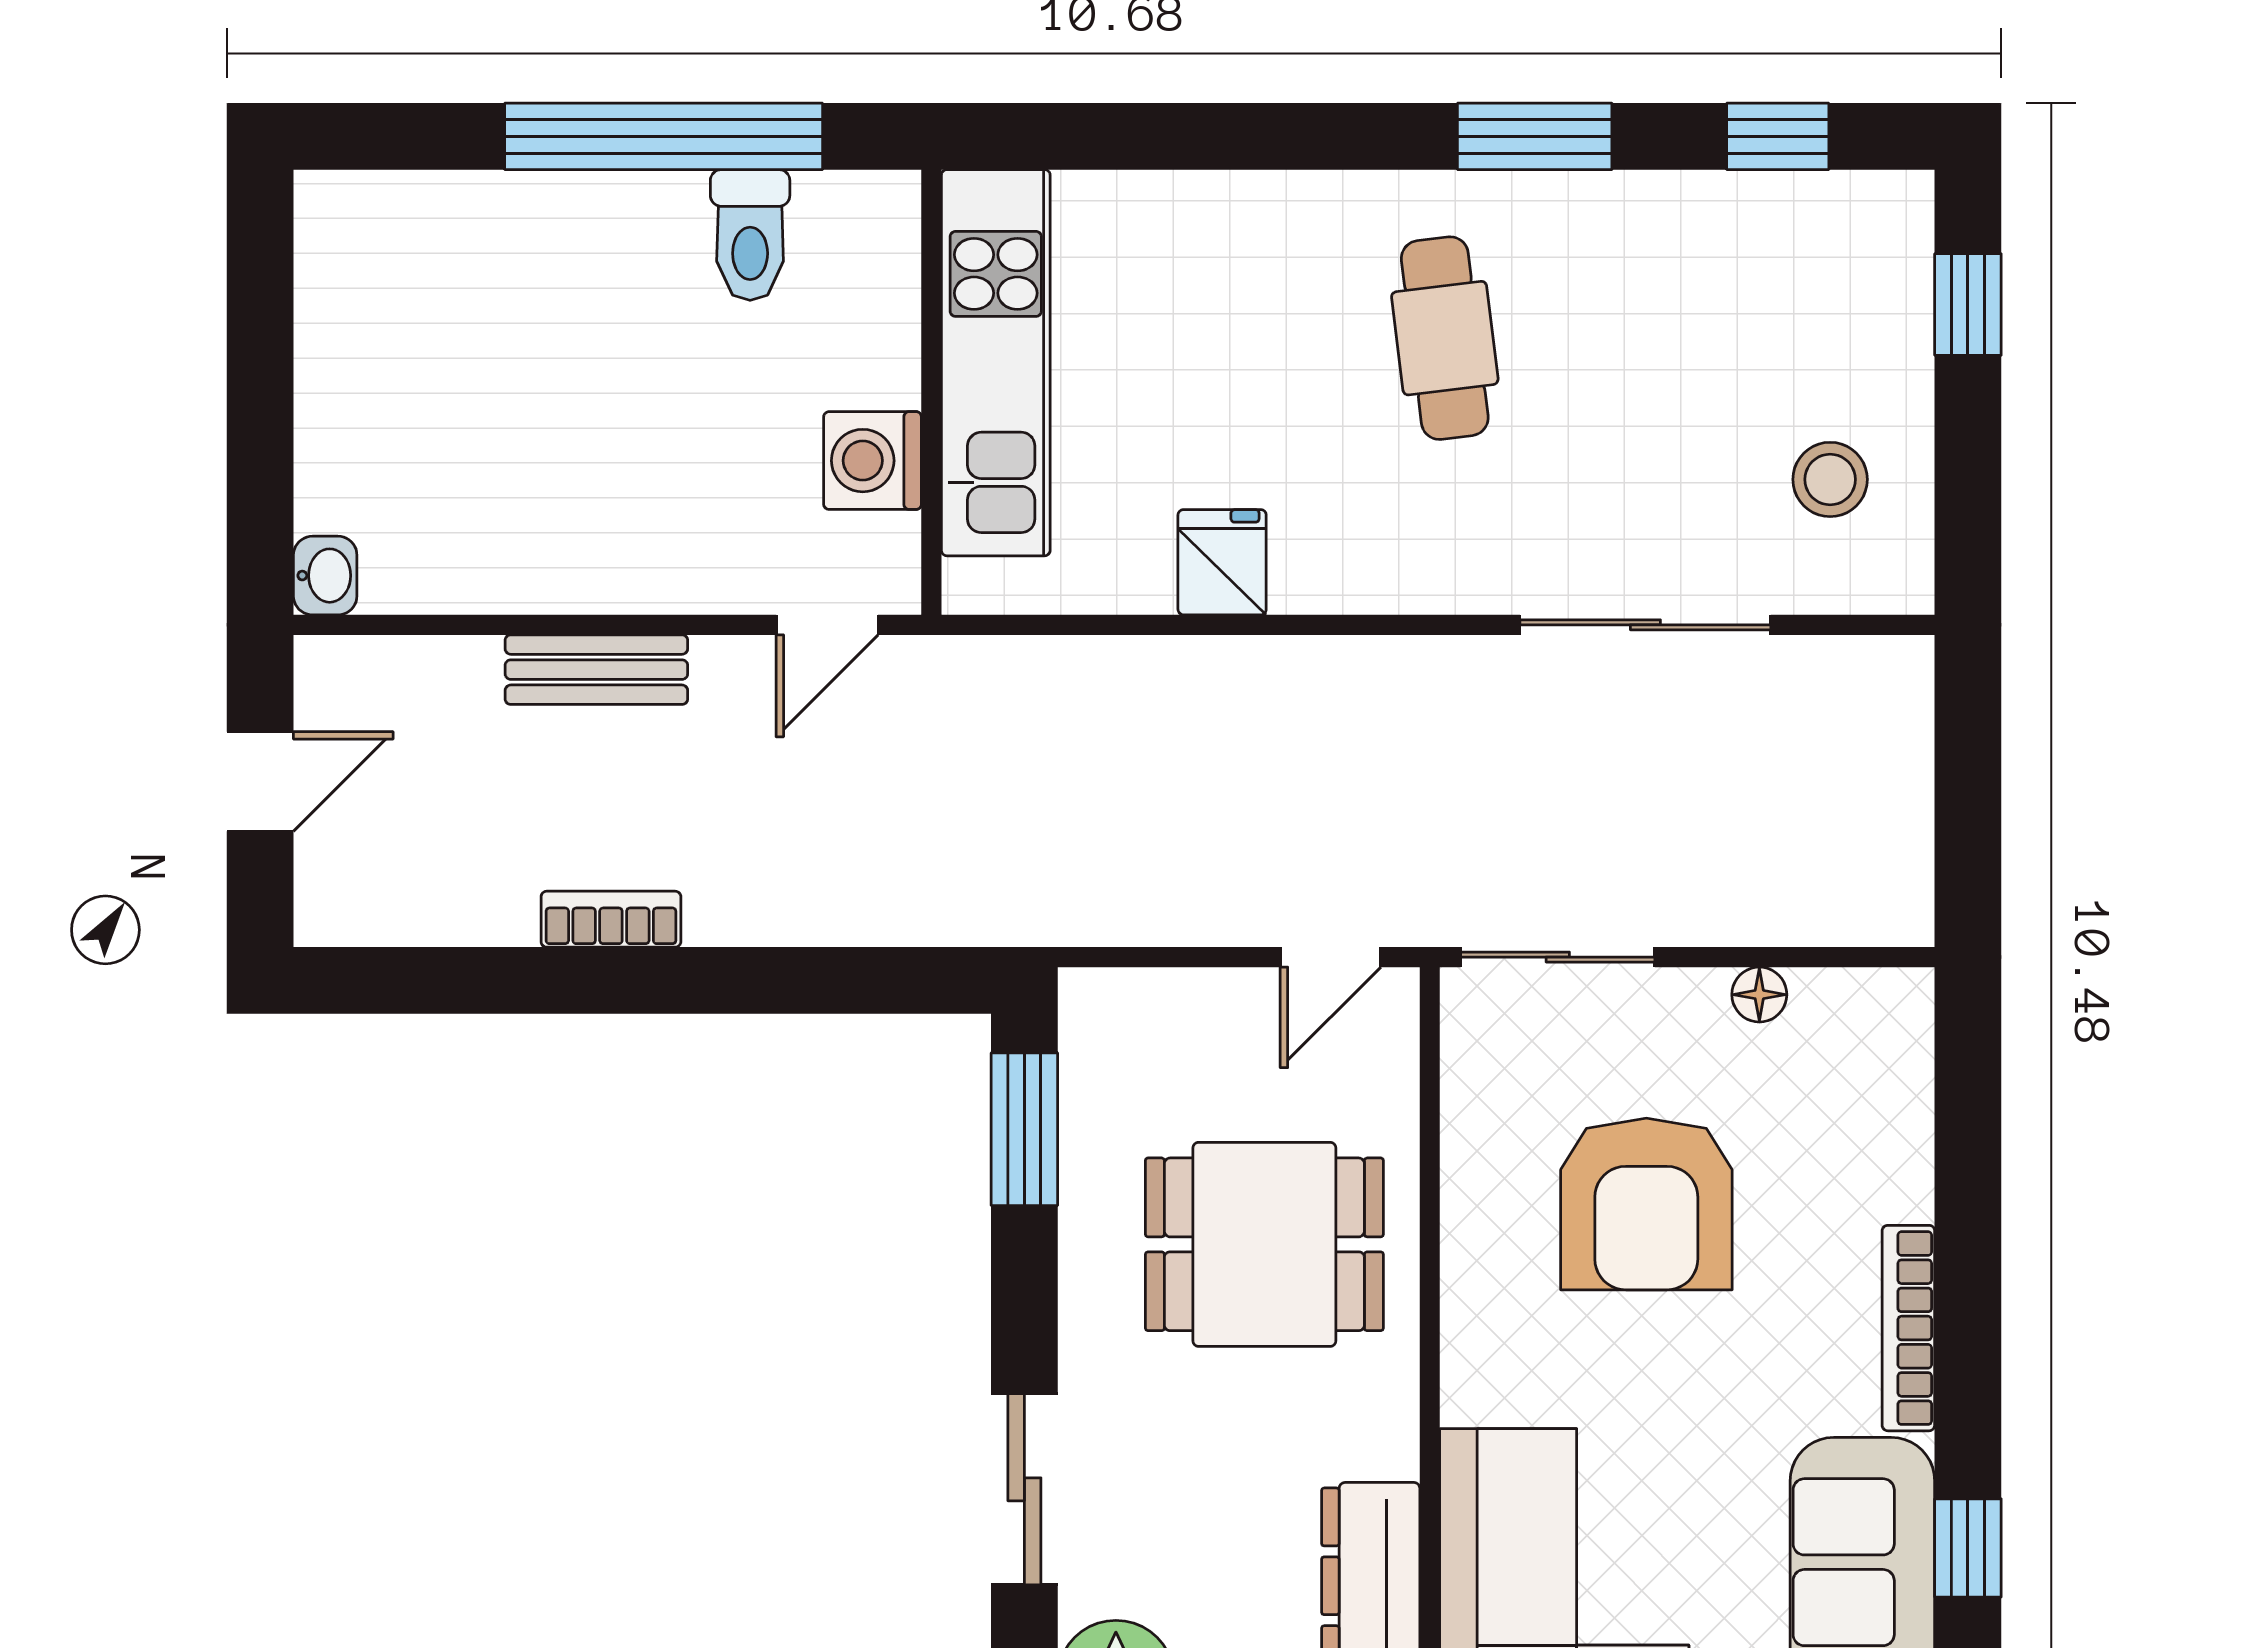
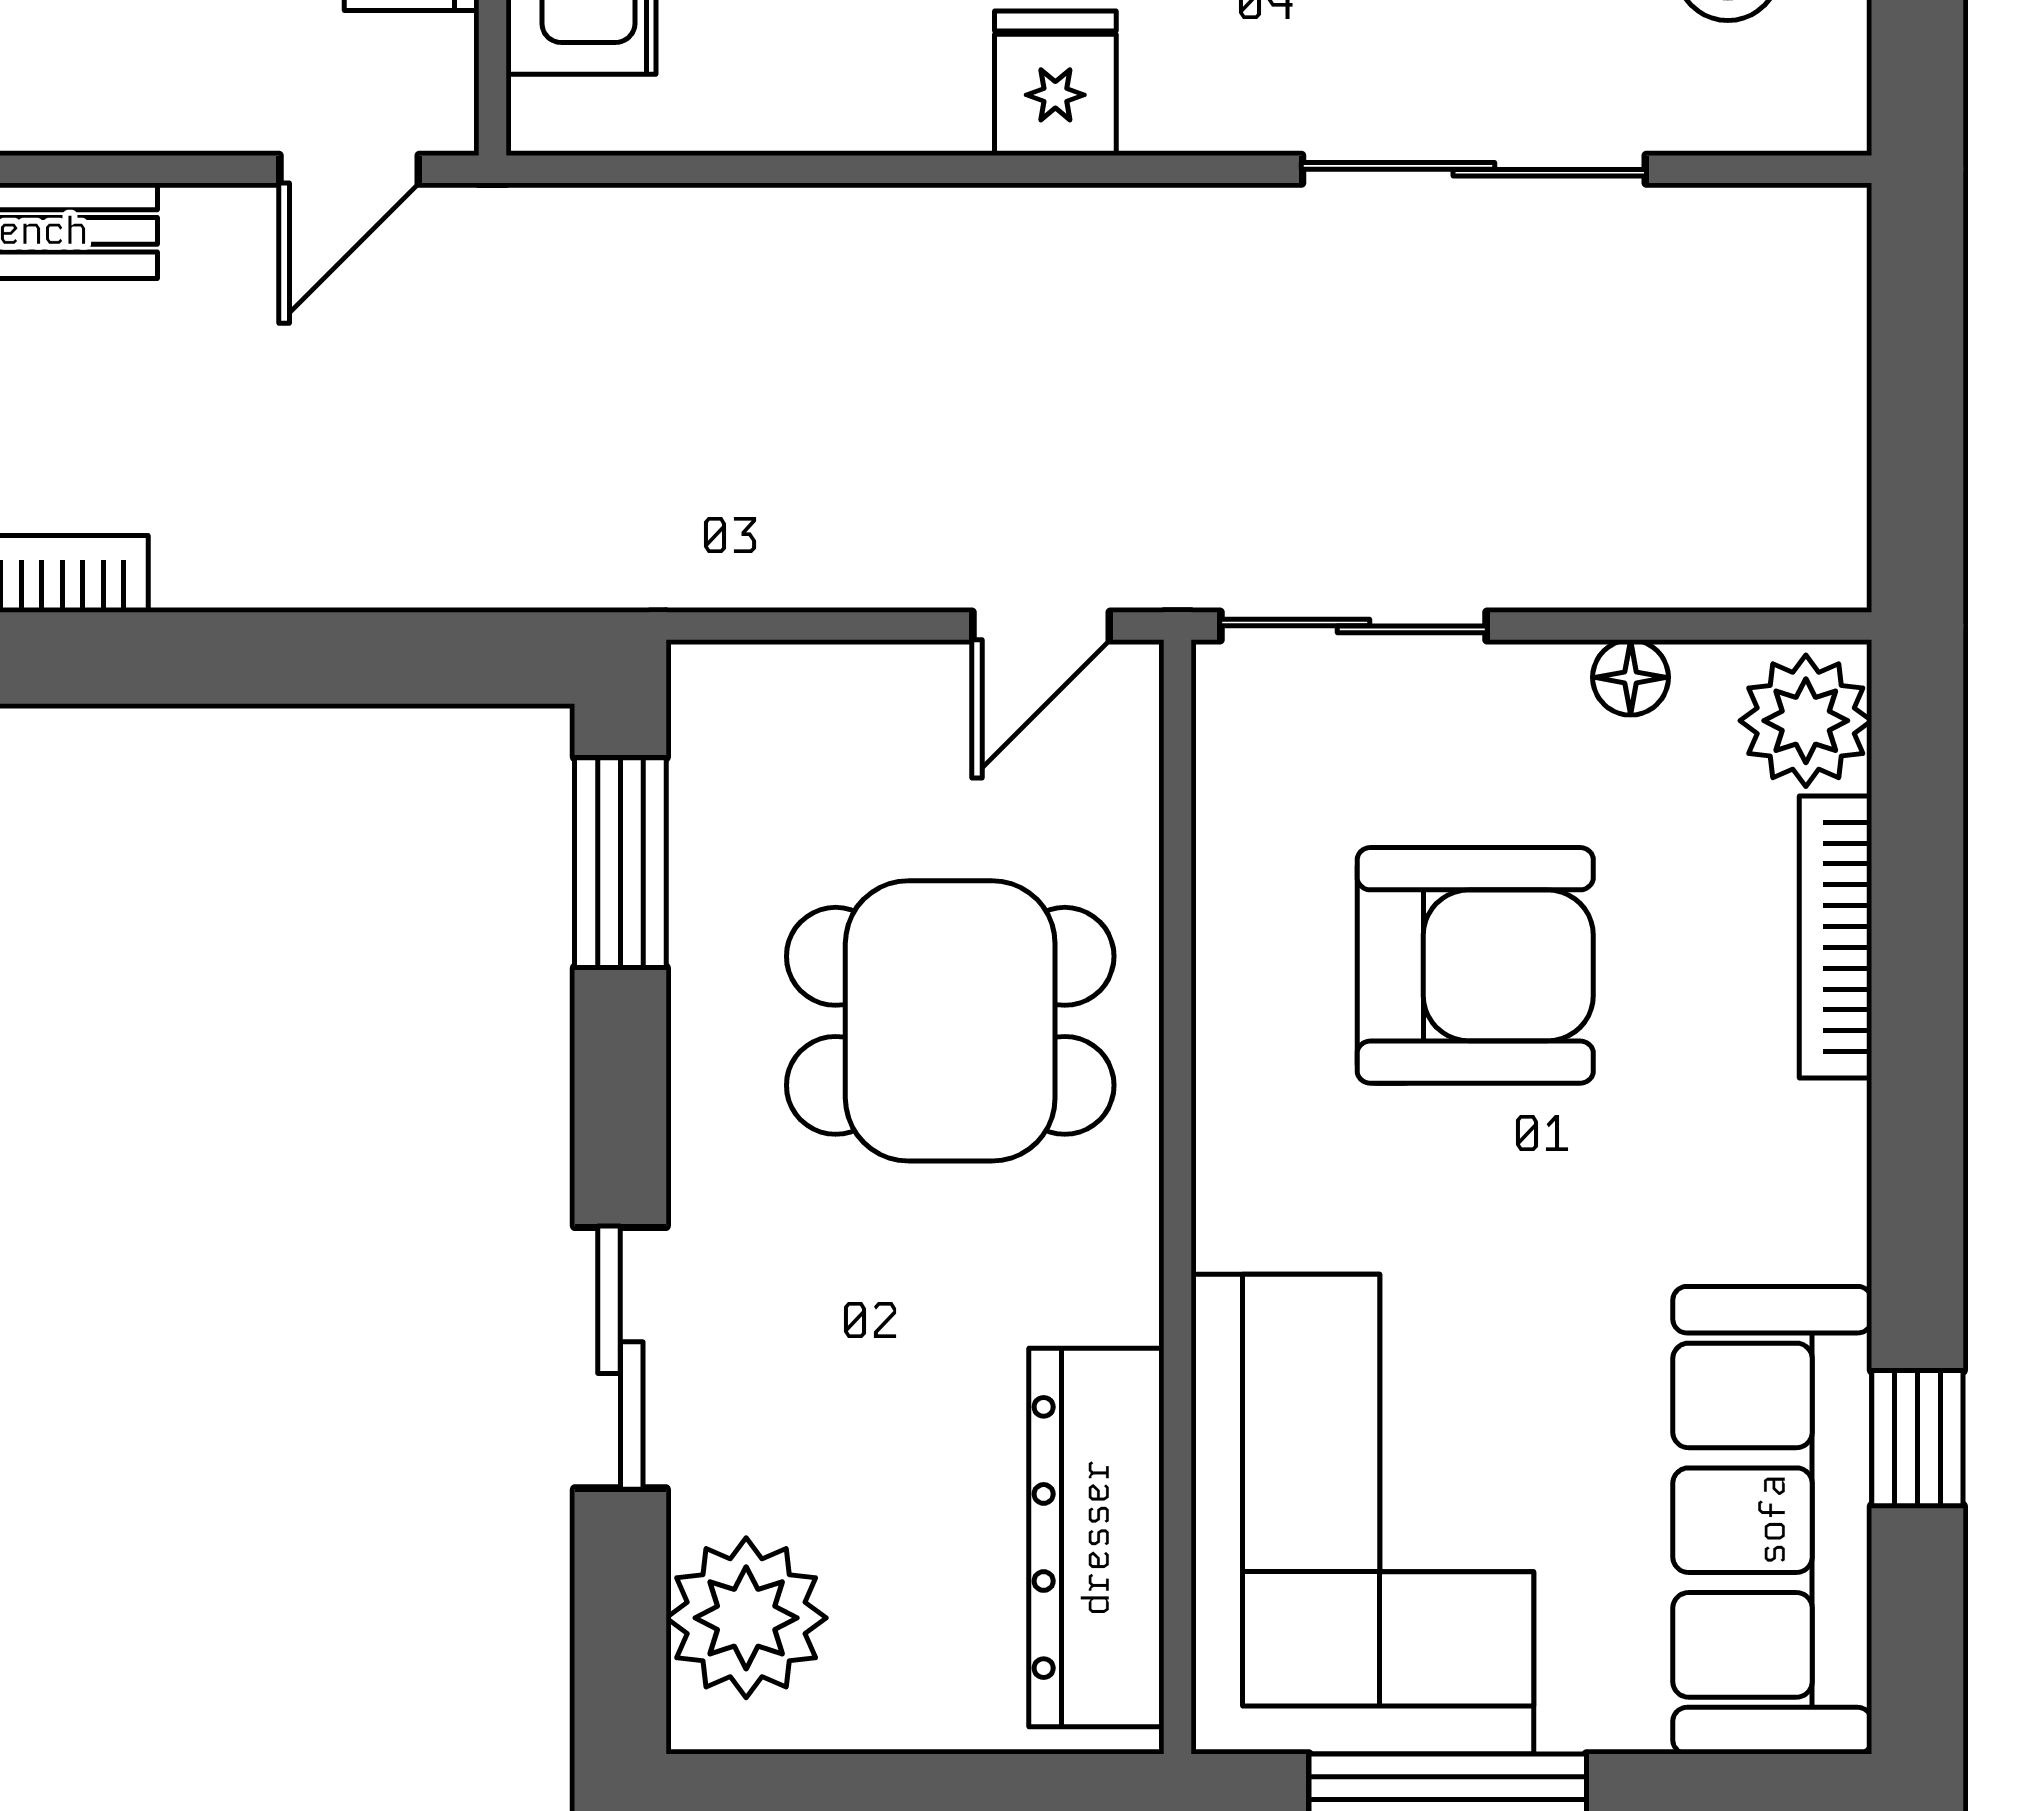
fridge: (1222, 562) -> (1055, 83), moved
plant: (1887, 1026) -> (1806, 721), added
armchair: (1646, 1204) -> (1475, 965), turned -90
bookcase: (1908, 1328) -> (1836, 937), moved

